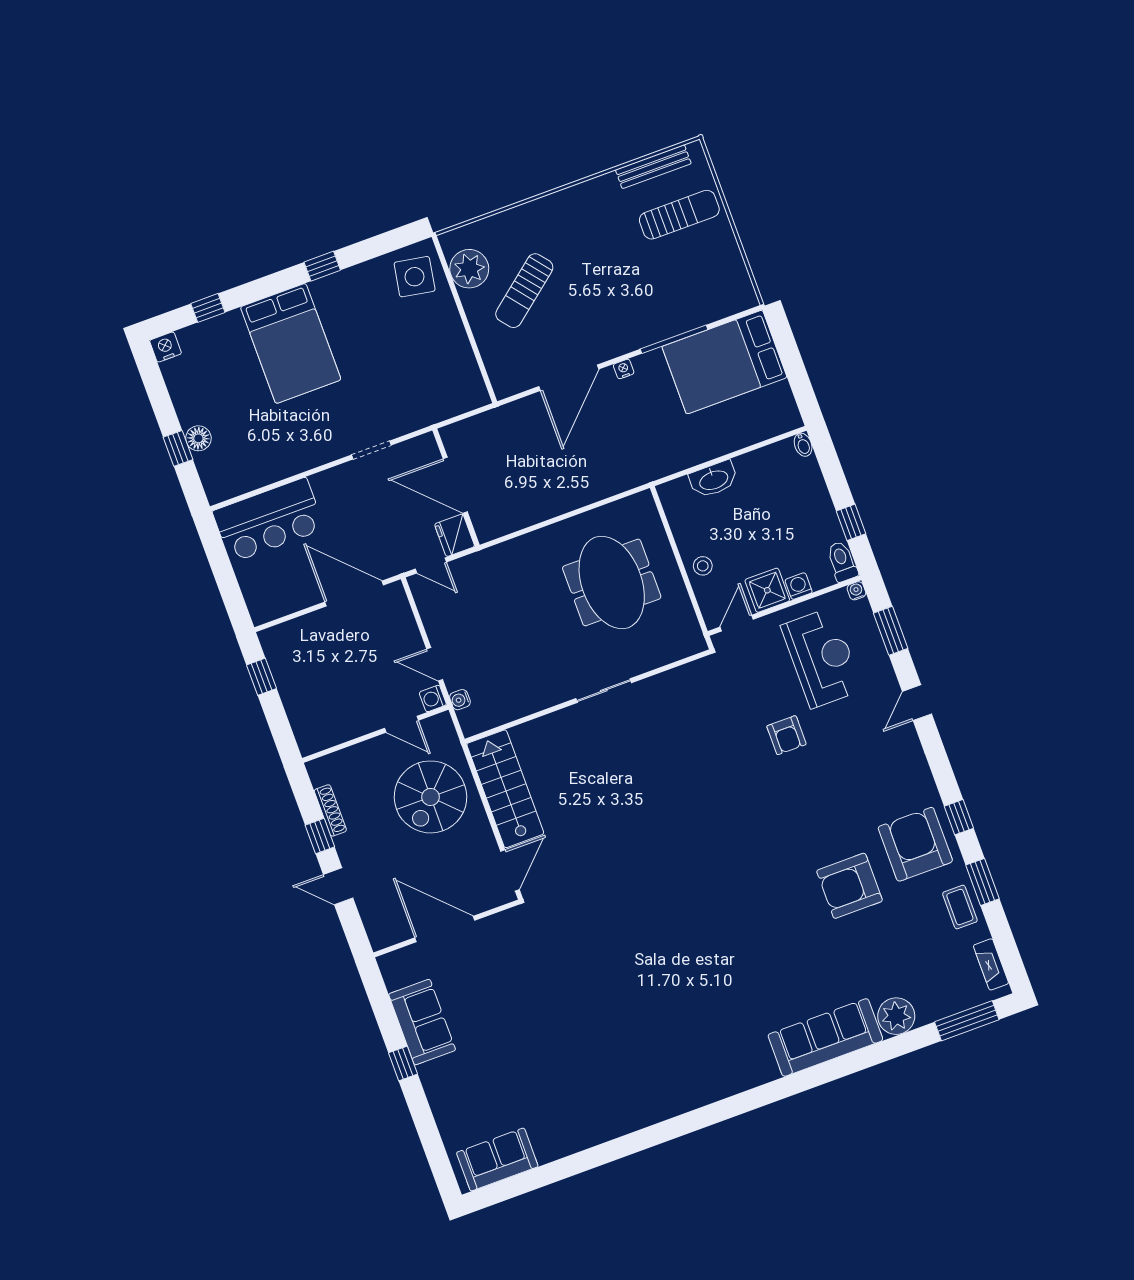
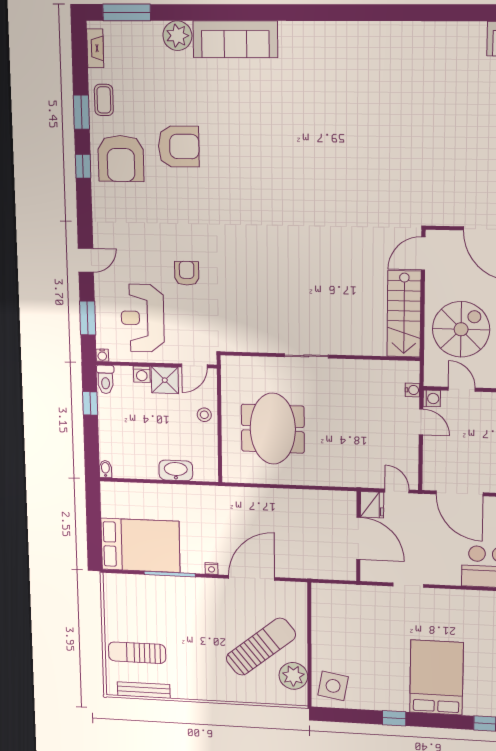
sun lounger: (524, 291) -> (261, 647), width x1.36, depth x1.34

